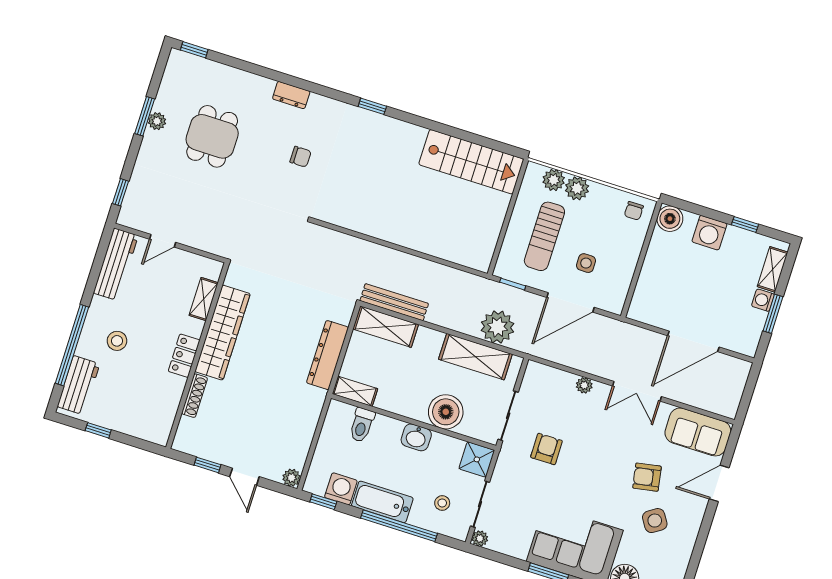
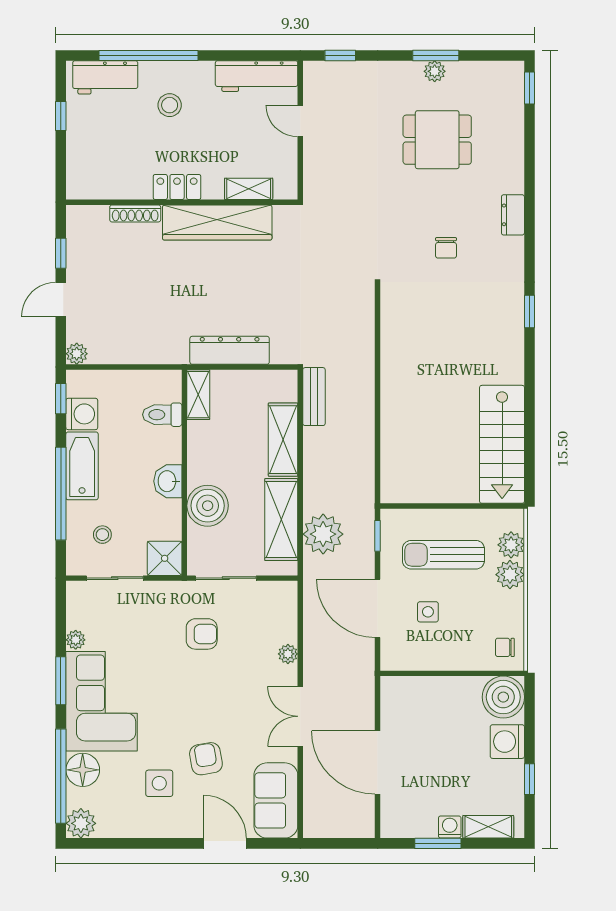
boiler: (670, 219) -> (503, 697), width x1.37, depth x1.37
bench: (394, 302) -> (314, 397), width x0.73
shelving: (386, 327) -> (283, 440), moved
side table: (655, 521) -> (159, 783), turned 33
plant: (480, 538) -> (76, 640), moved

